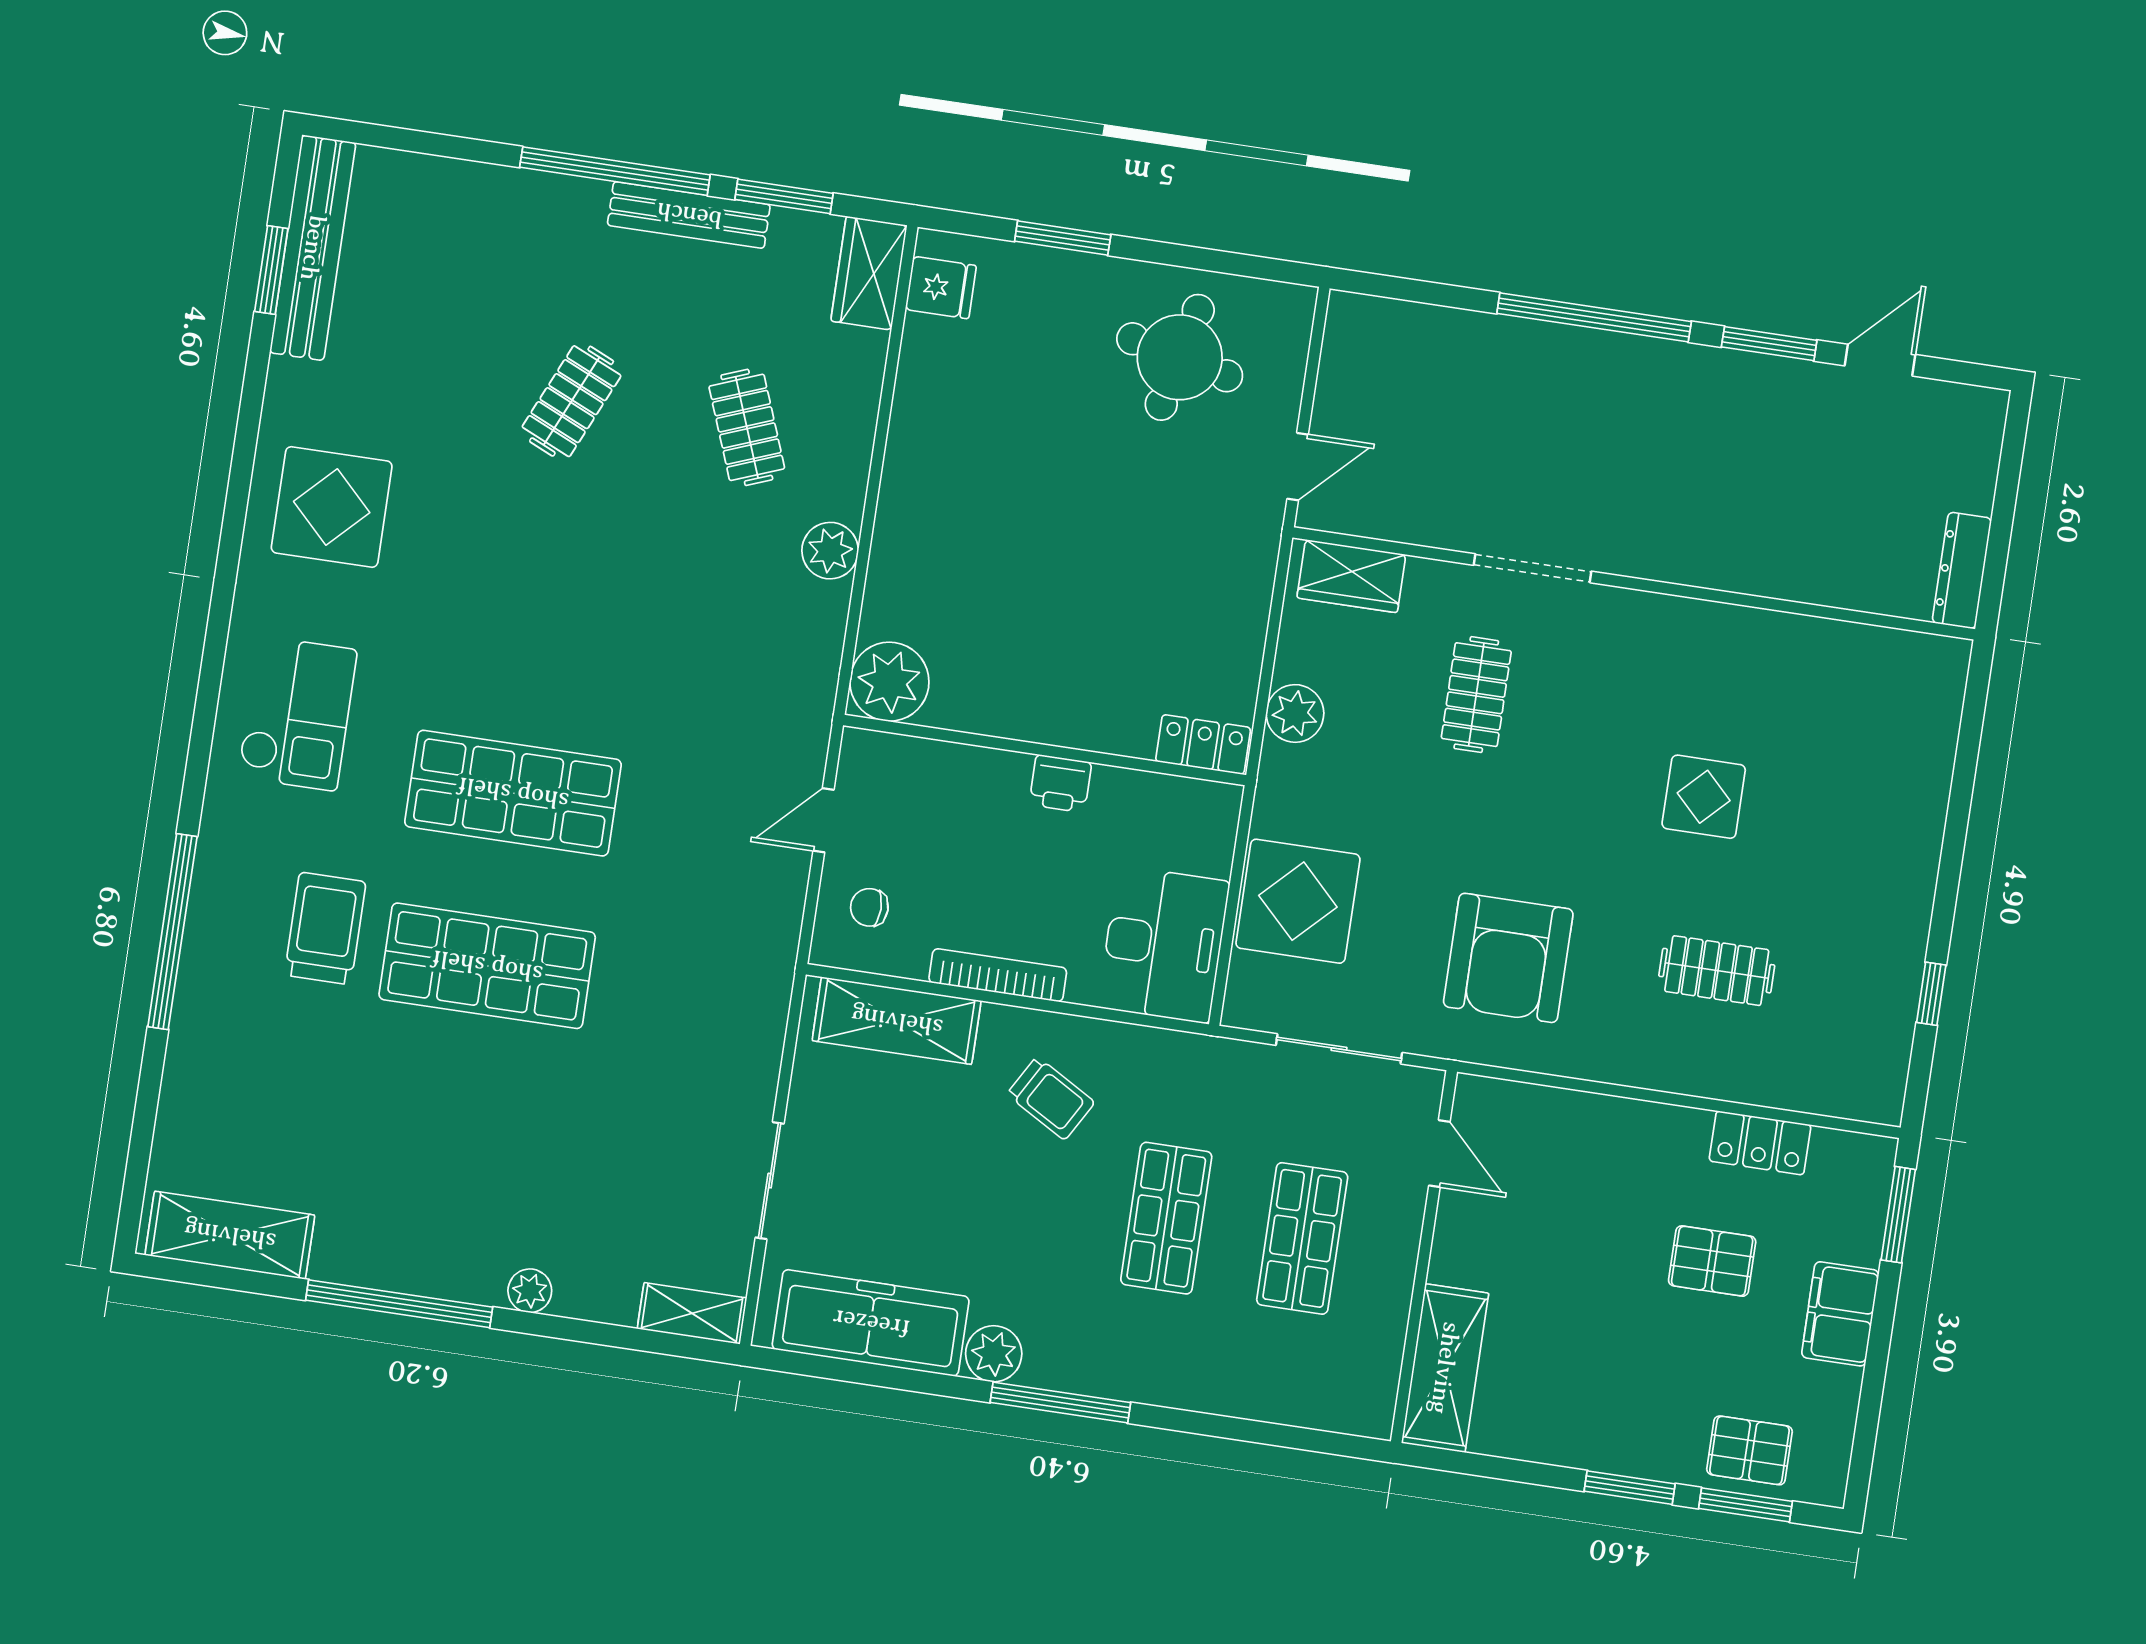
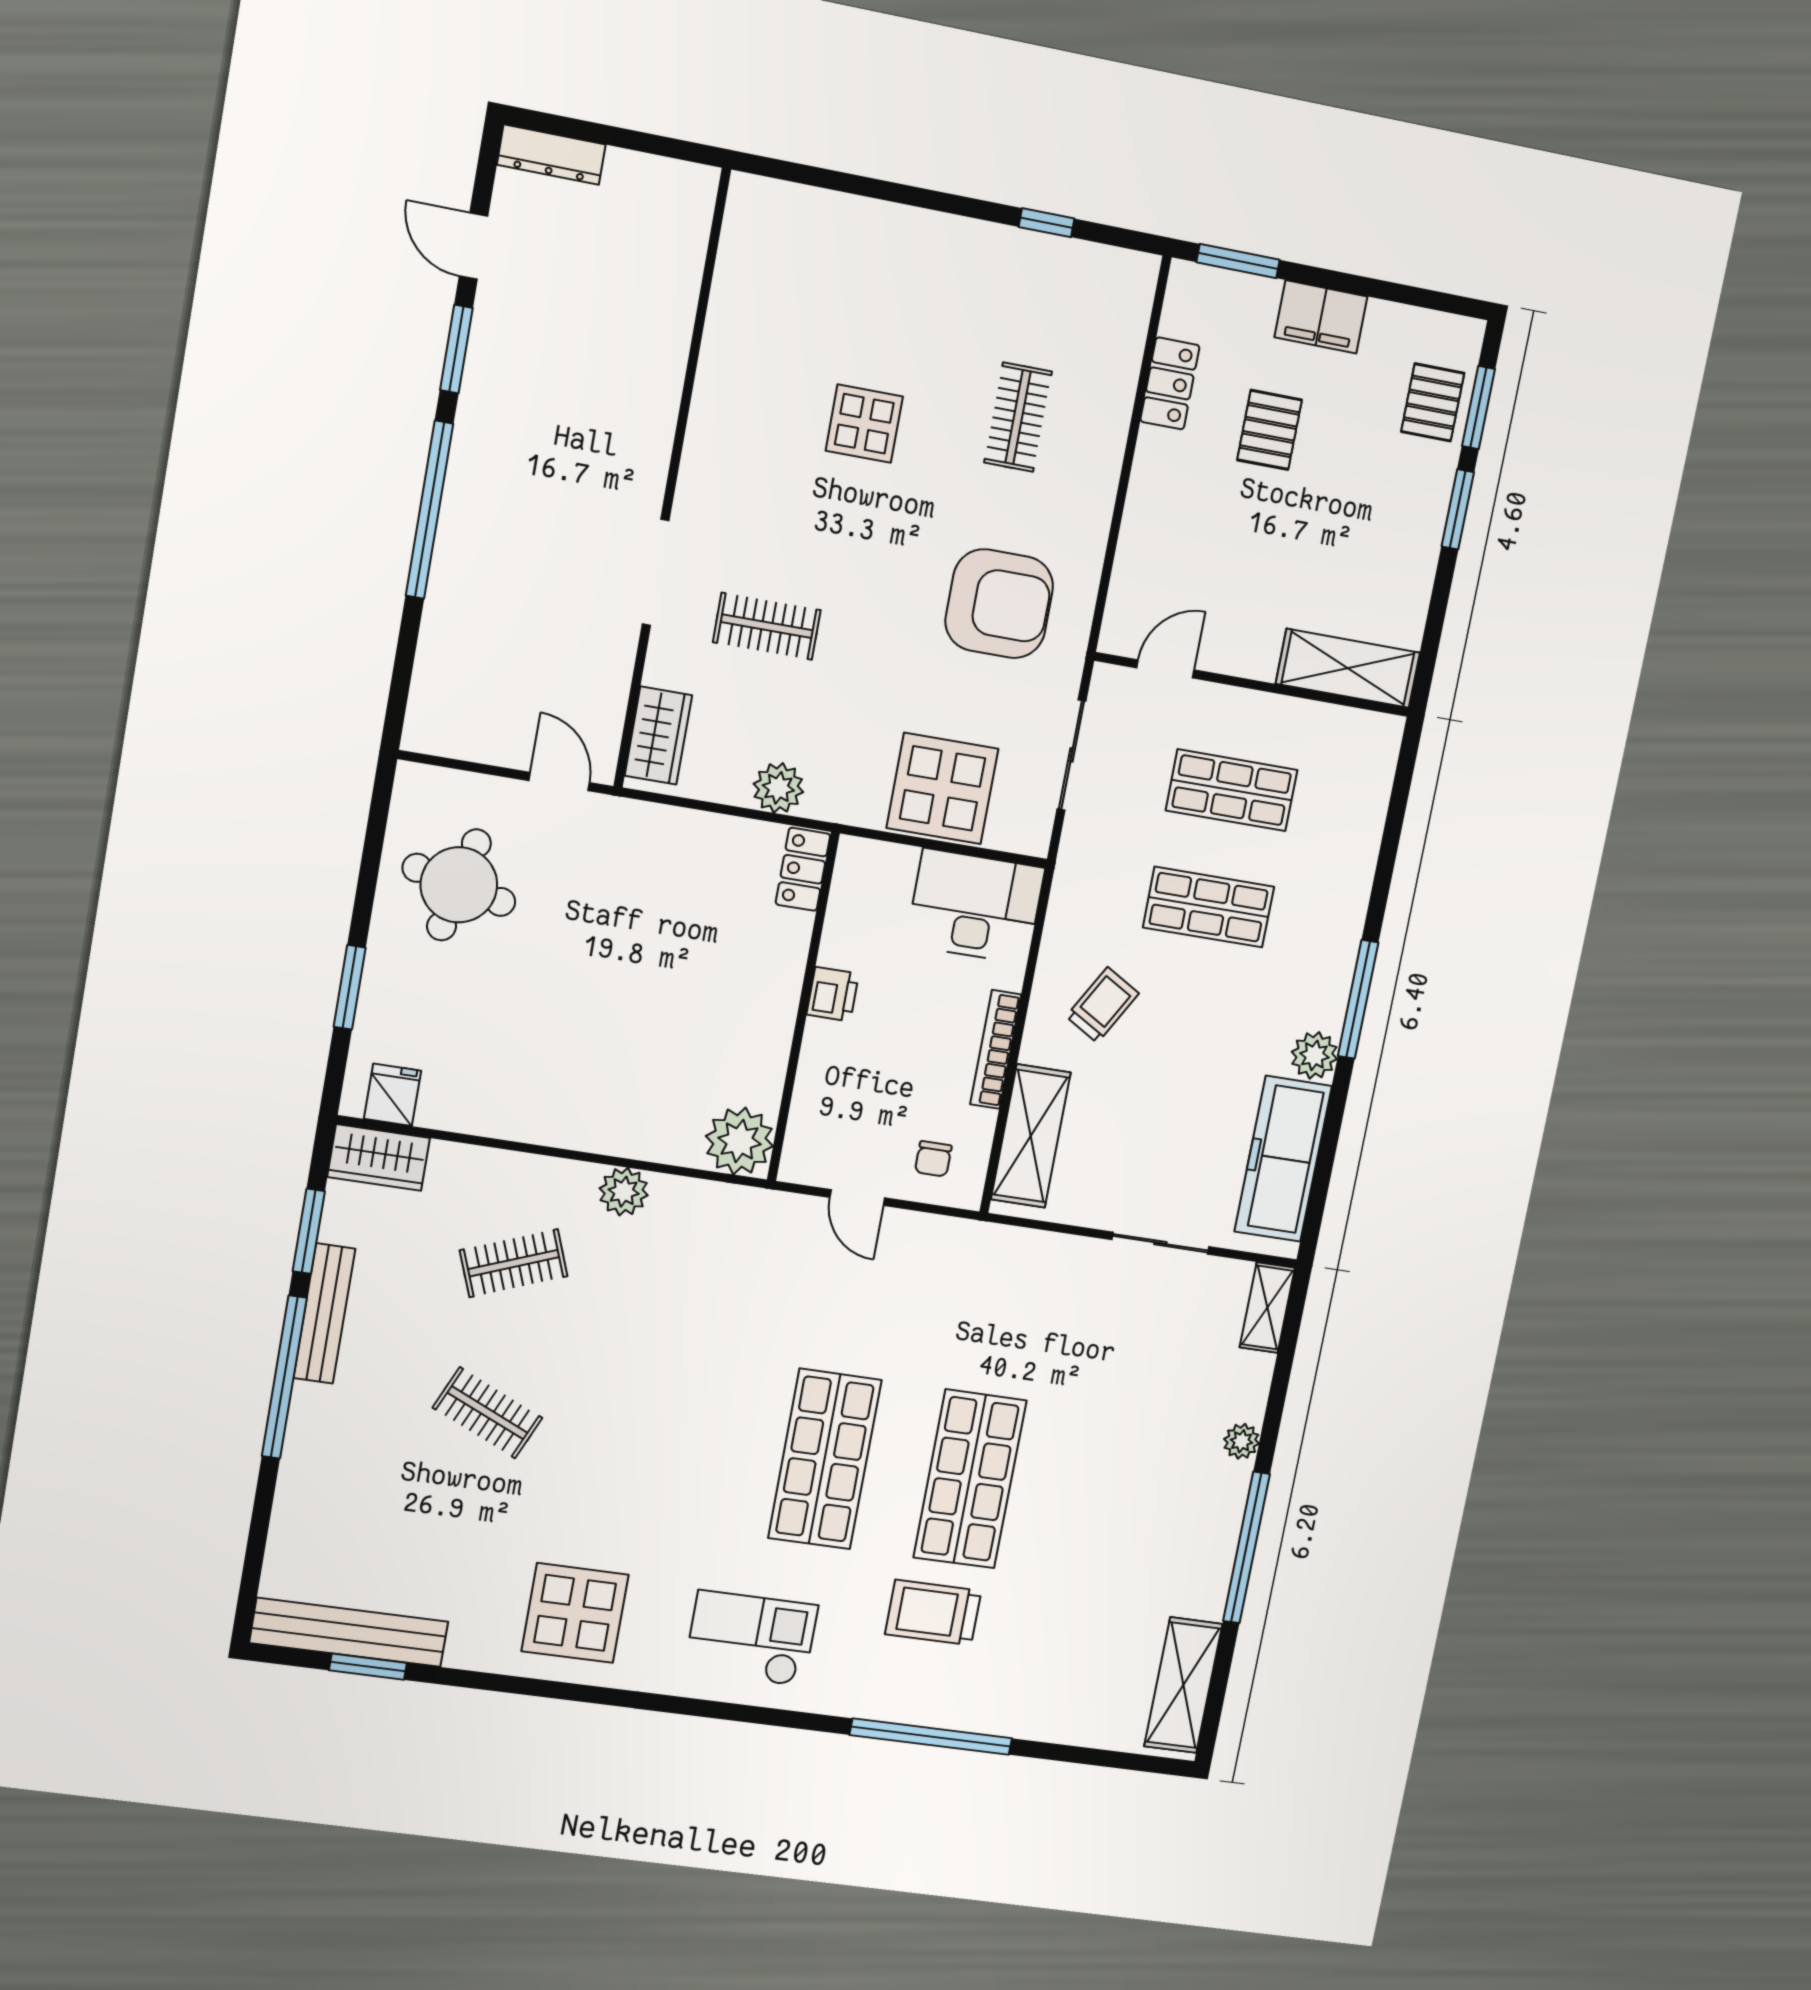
dresser: (1962, 570) -> (551, 155), moved

